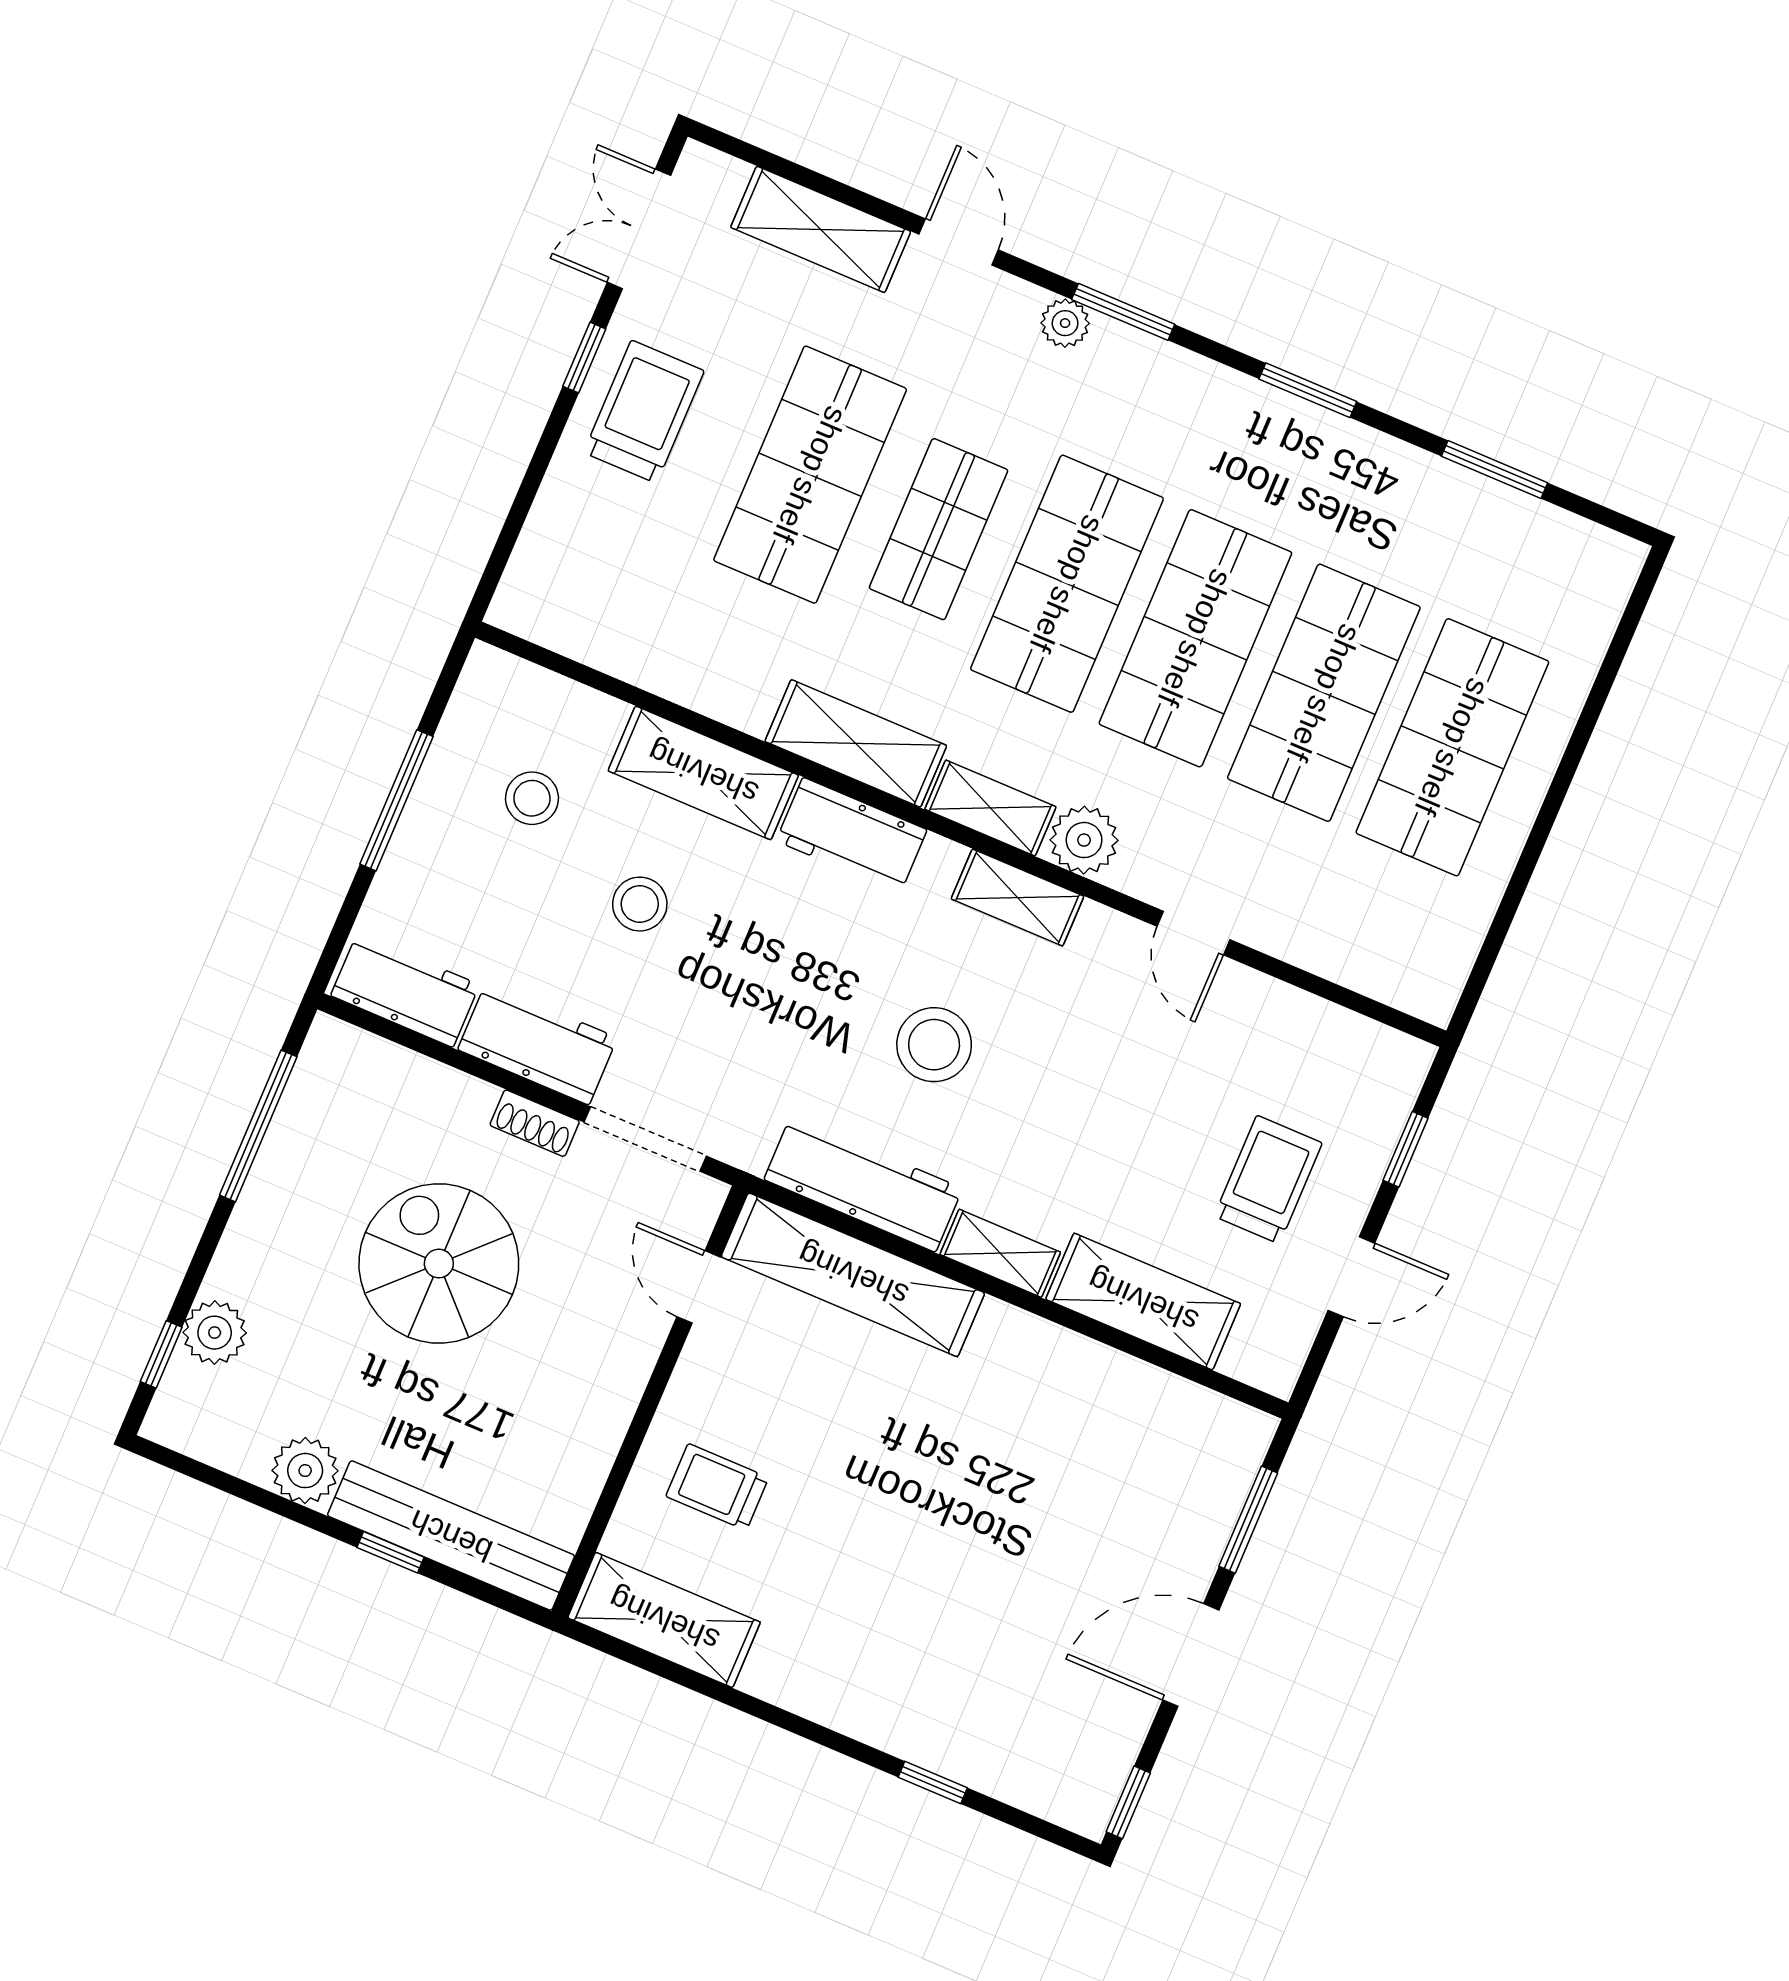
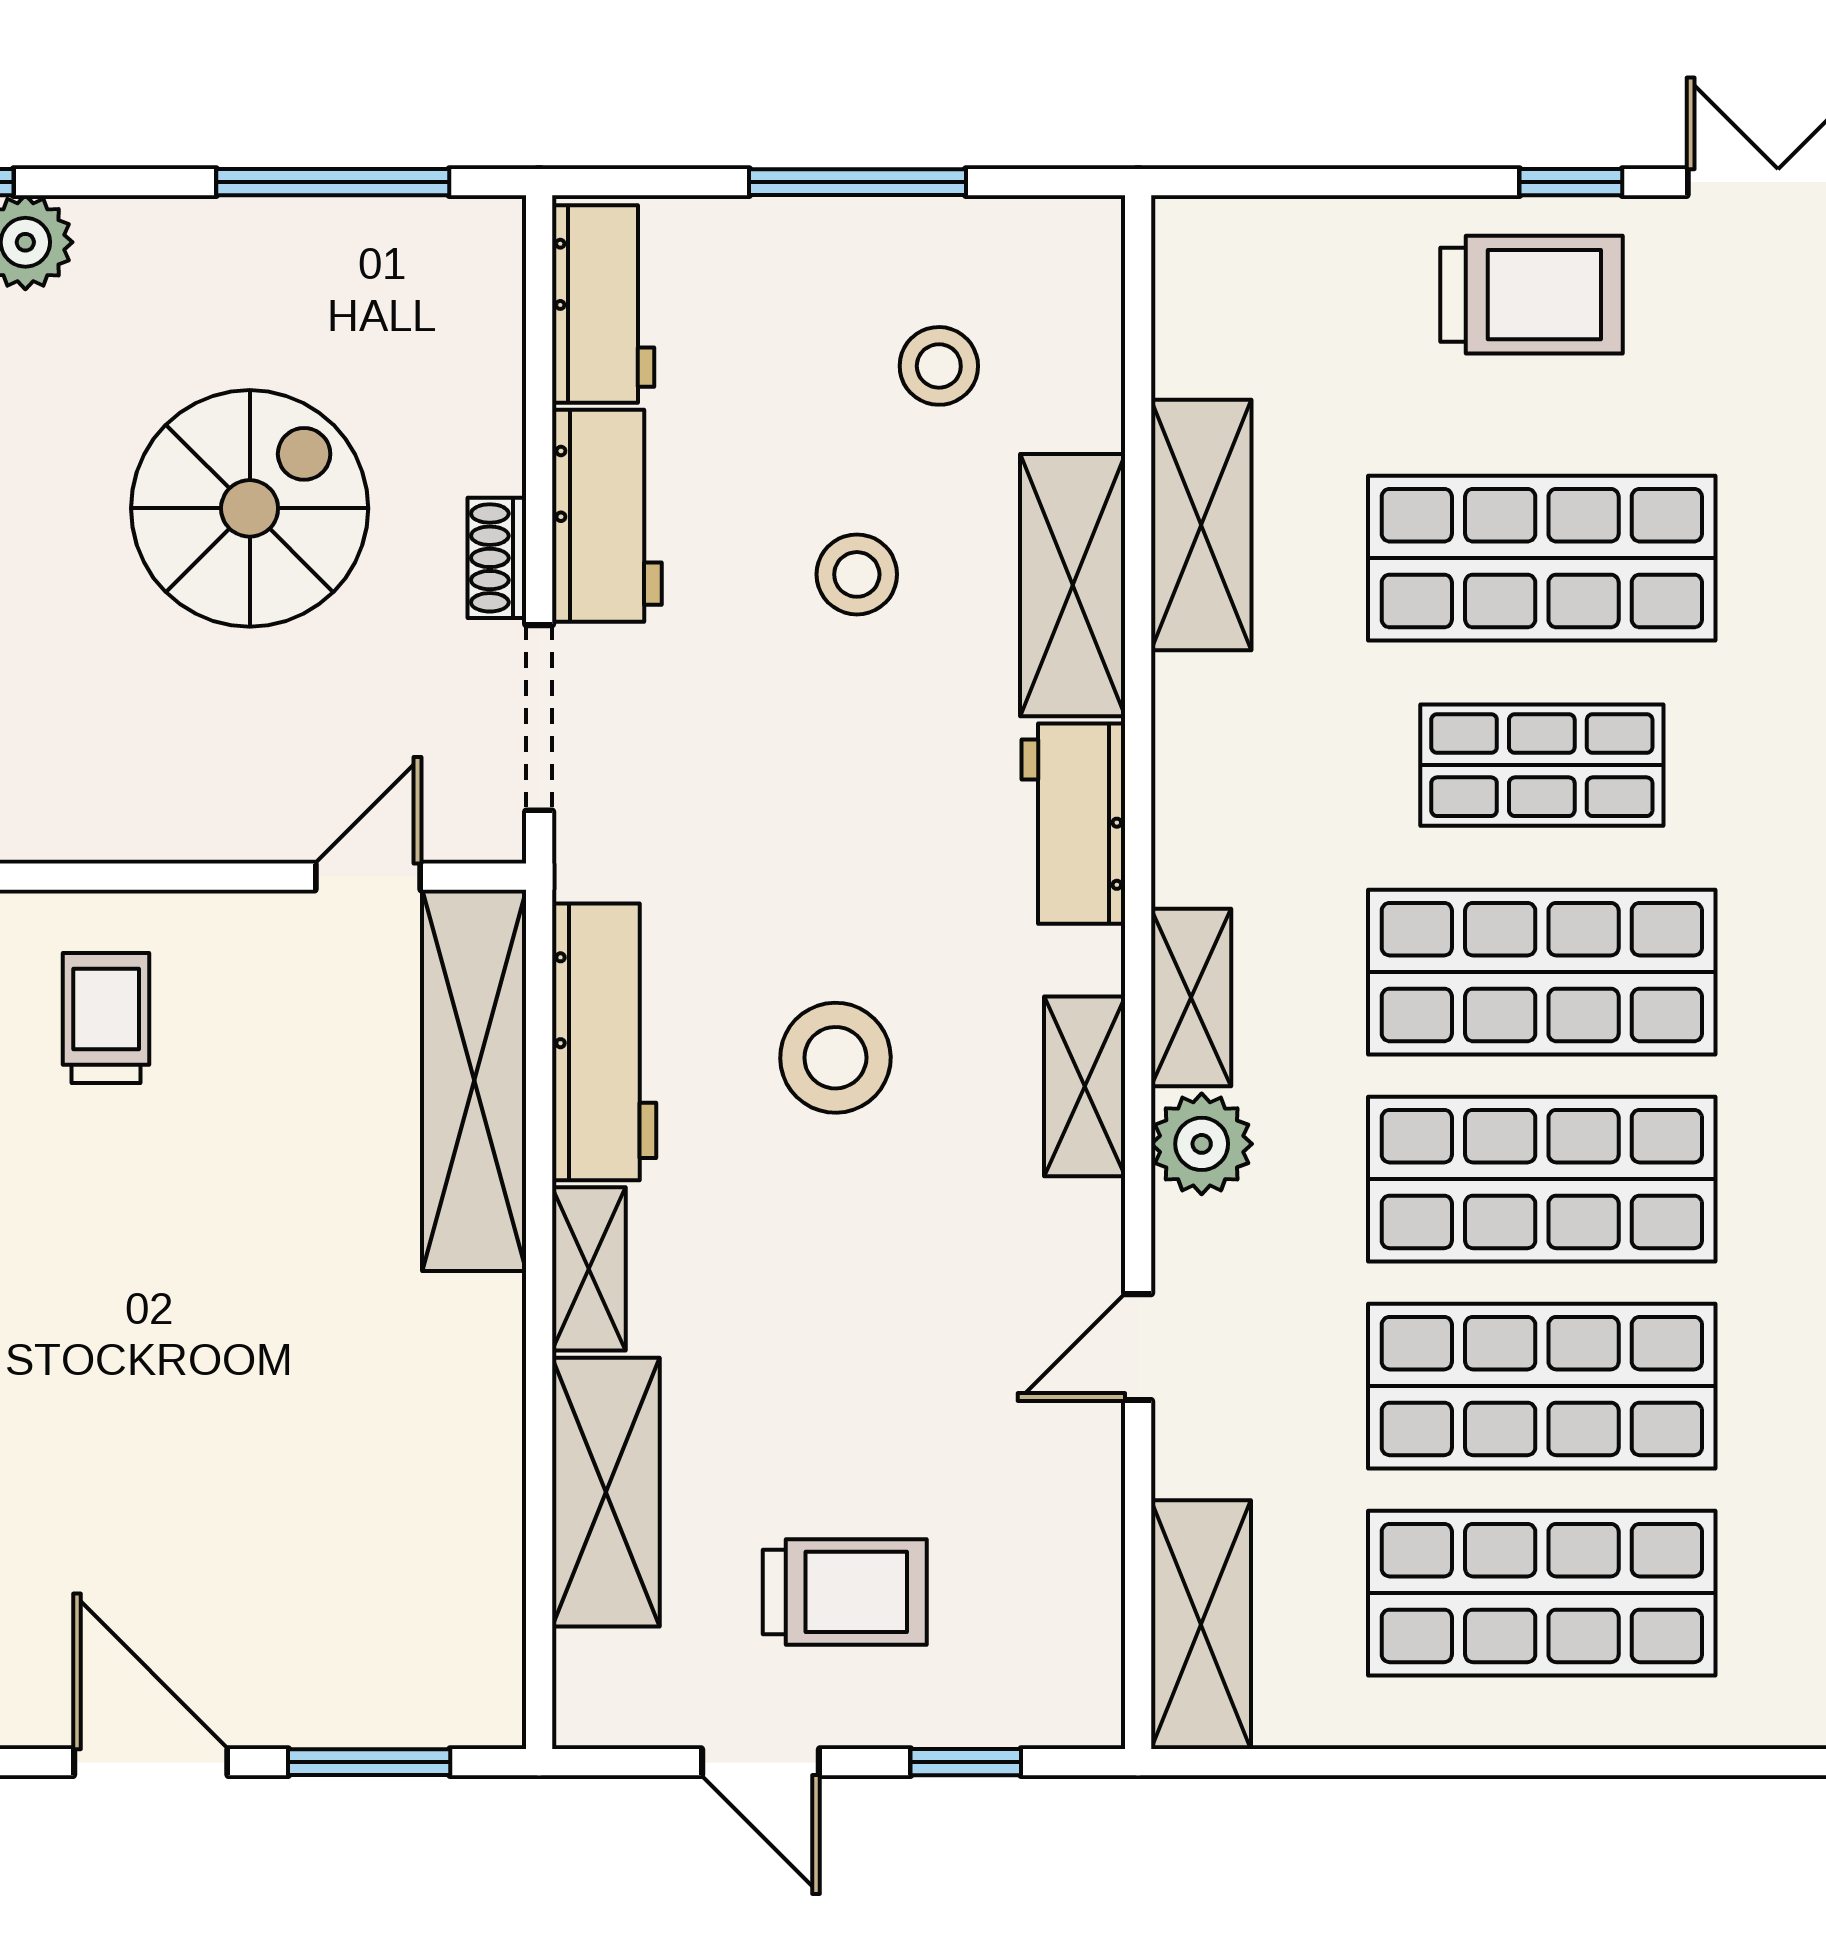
shelving: (856, 743) -> (1201, 525), moved
shelving: (1382, 967) -> (1201, 1625), added

